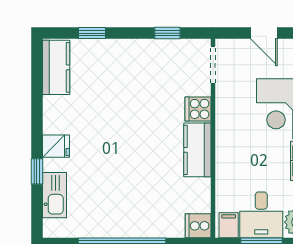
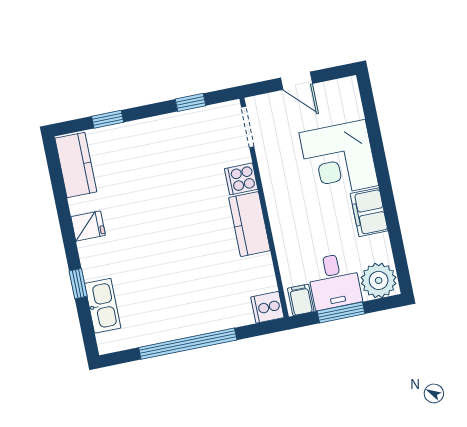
fridge: (56, 146) -> (88, 226), moved

